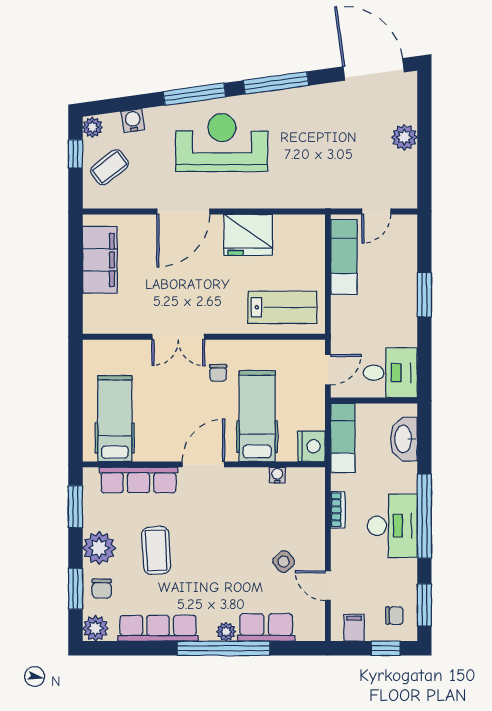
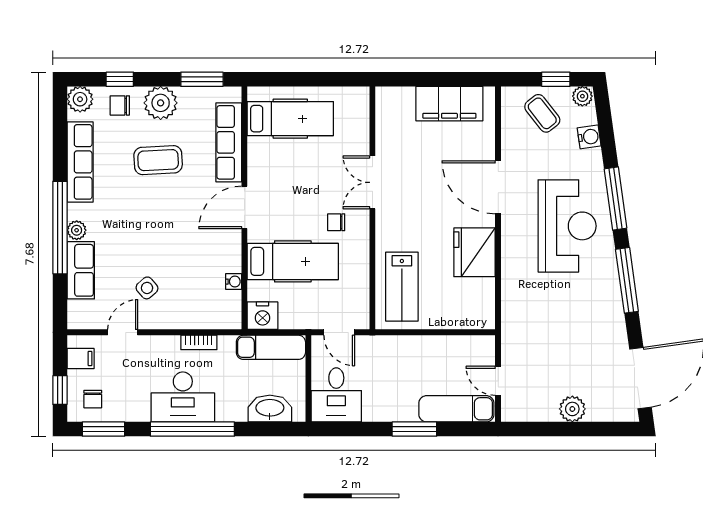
exam couch: (344, 257) -> (456, 409), moved, turned 180
door: (203, 464) -> (244, 207), swing flipped
window: (75, 589) -> (120, 79), width x0.67

